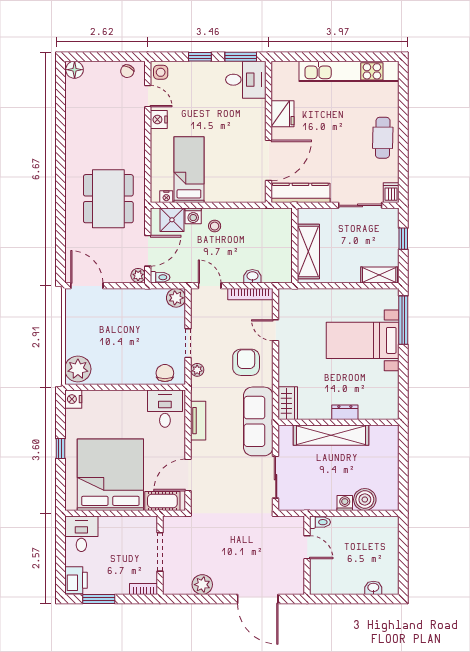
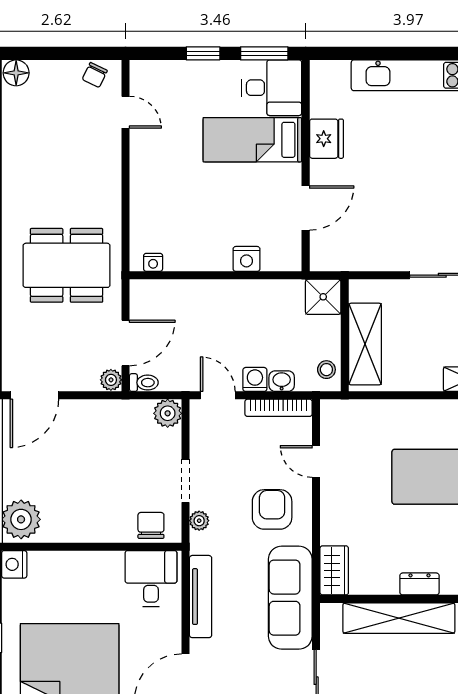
side table: (161, 72) -> (145, 77), removed
nightstand: (159, 120) -> (246, 259), moved, turned -90
door: (269, 160) -> (306, 208), width x0.73
bed: (189, 170) -> (252, 140), moved, turned -90
kitchen counter: (300, 193) -> (353, 257), removed
dining table: (108, 199) -> (67, 265), turned 90
washing machine: (193, 216) -> (255, 379), moved, turned 180
shower: (172, 220) -> (323, 297), moved
stool: (215, 226) -> (326, 370), moved
door: (87, 286) -> (34, 395), swing flipped
tv unit: (198, 421) -> (201, 597), width x1.41

